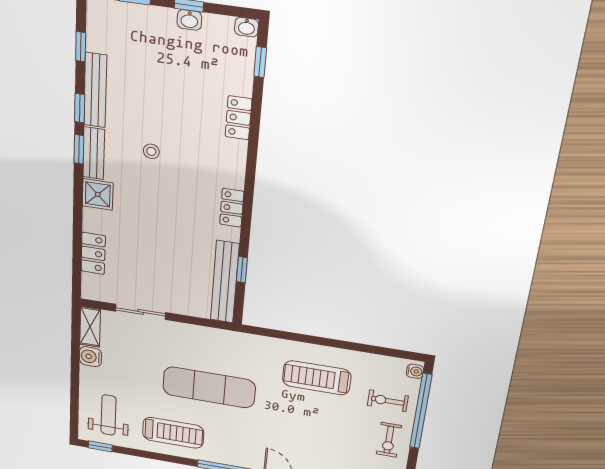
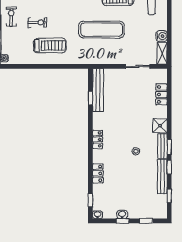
locker: (232, 208) -> (98, 139), moved
exercise bike: (388, 401) -> (37, 22), moved

